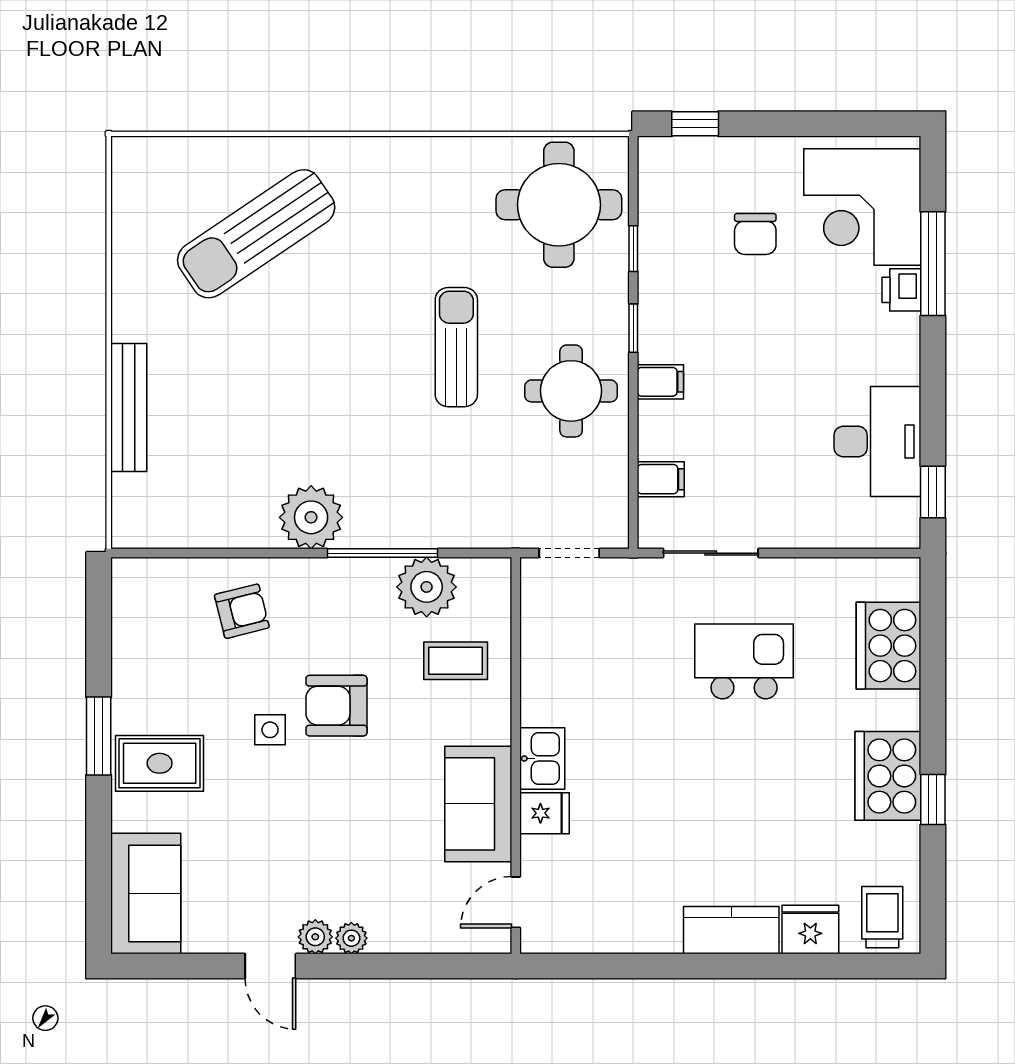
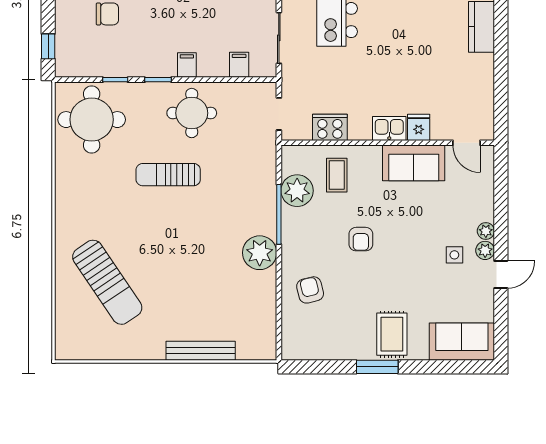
cooker: (544, 648) -> (330, 127), added
armchair: (336, 706) -> (361, 239), width x0.72, depth x0.72
side table: (270, 730) -> (454, 255), moved

